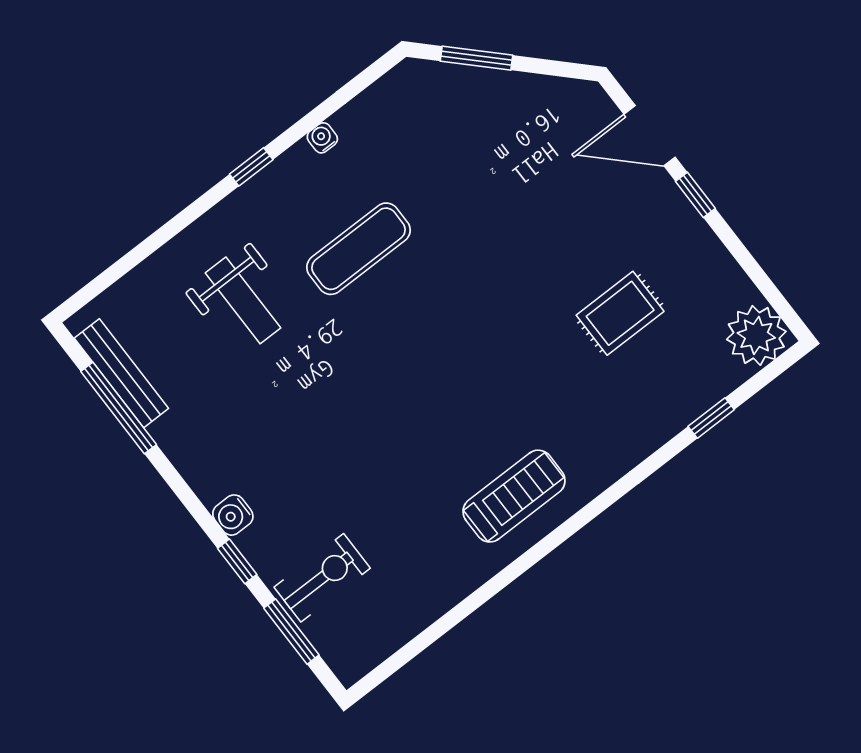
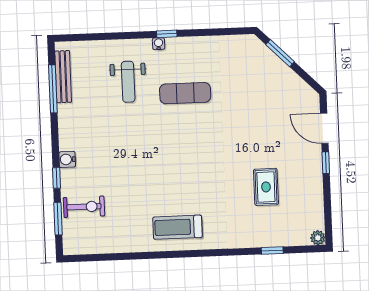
water cooler: (322, 138) -> (159, 44), moved
rug: (620, 313) -> (266, 187), turned 90
plant: (756, 335) -> (318, 238), width x0.53, depth x0.53
treadmill: (514, 496) -> (178, 227), turned 180

